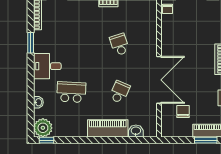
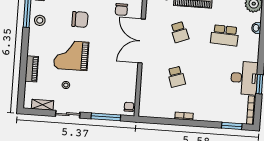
desk: (47, 66) -> (244, 78), moved, width x1.37
school desk: (120, 92) -> (180, 32), turned -45

